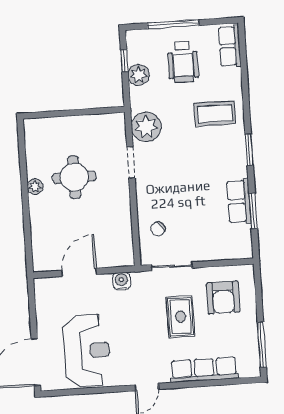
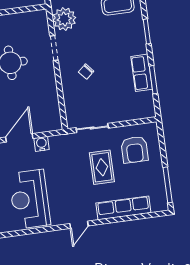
chair: (158, 229) -> (86, 72), moved
water cooler: (122, 281) -> (42, 144), moved
reception desk: (87, 351) -> (30, 199), turned 180

